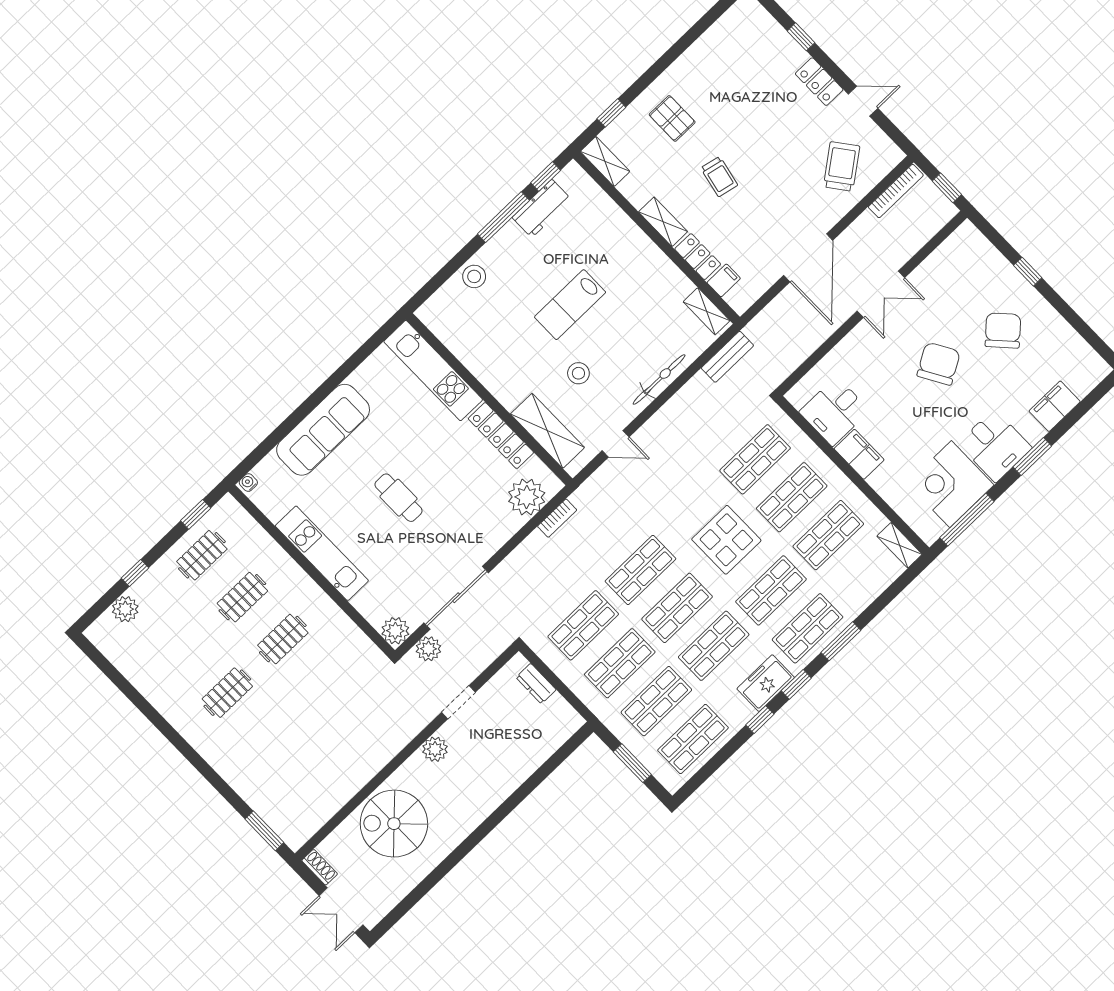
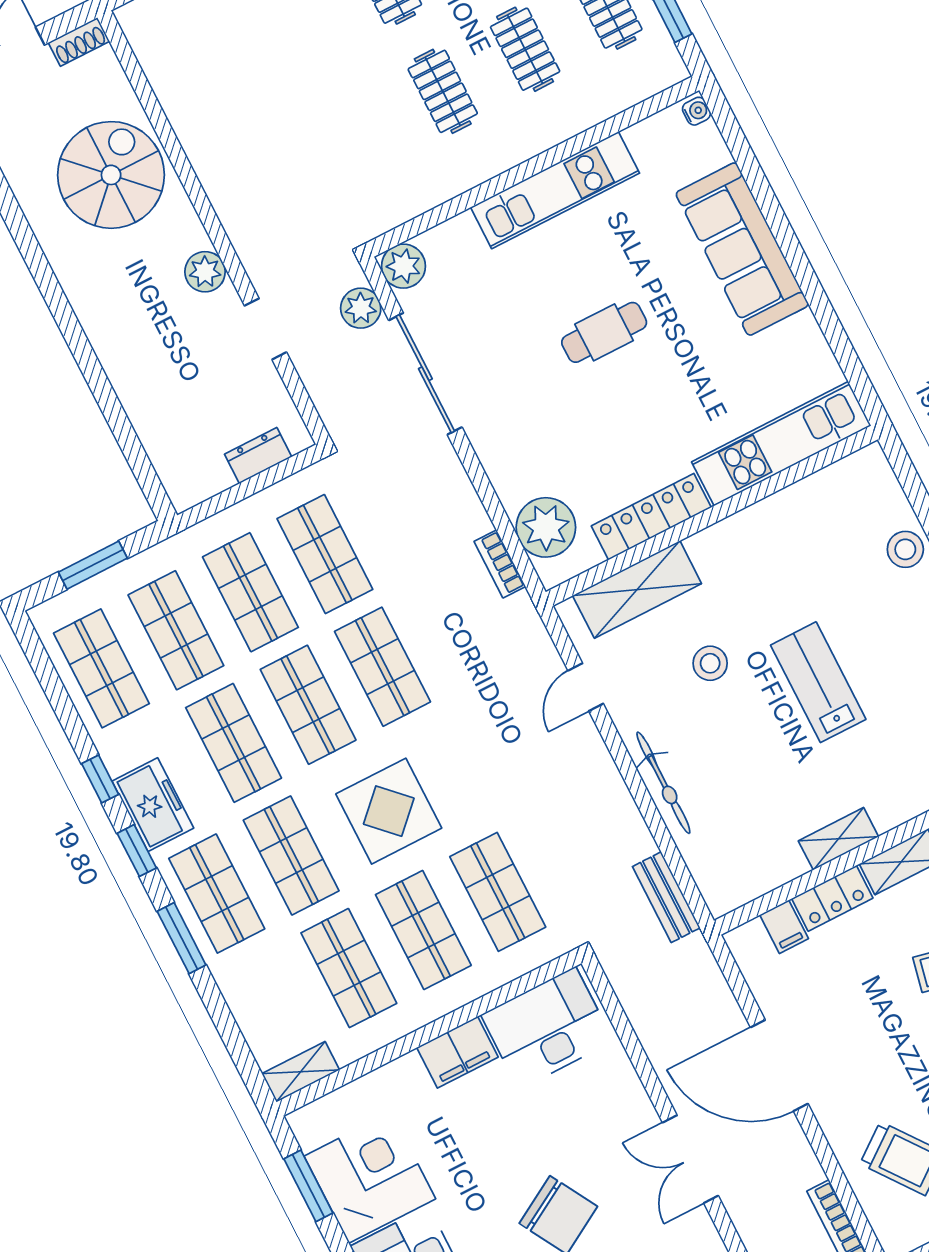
shelving: (706, 311) -> (838, 839), moved
desk: (834, 411) -> (547, 1028), width x1.37
window: (967, 520) -> (308, 1186), width x0.69

